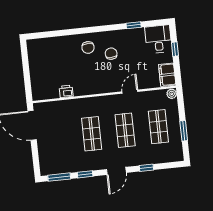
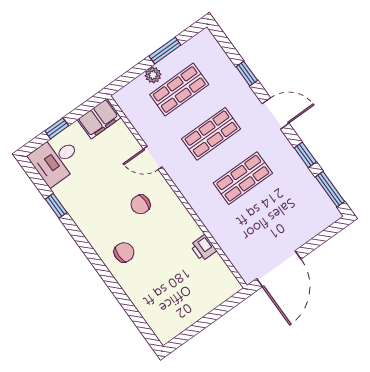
chair: (111, 54) -> (141, 204), moved
plant: (172, 94) -> (153, 75), moved

